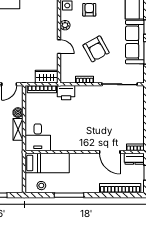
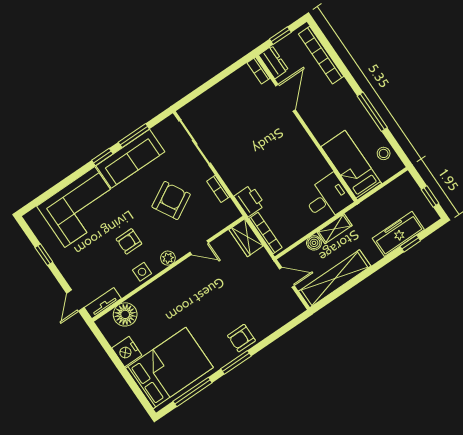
door: (59, 47) -> (199, 248), swing flipped

